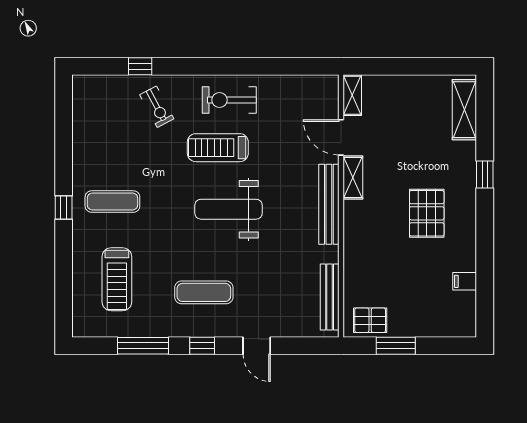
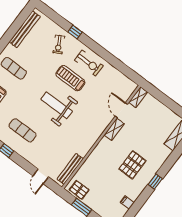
window: (140, 66) -> (75, 32), moved
exercise bike: (229, 100) -> (89, 63), turned 180
window: (485, 174) -> (155, 182), moved
bench: (329, 204) -> (25, 29), moved
door: (257, 346) -> (41, 176), moved

